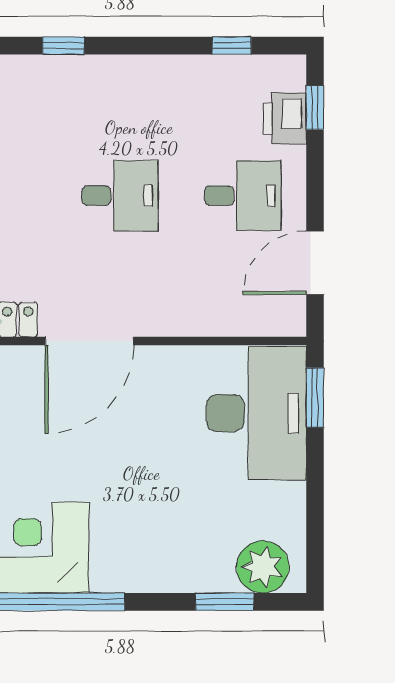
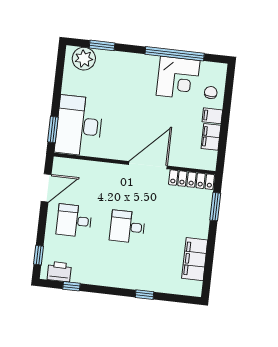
printer: (285, 119) -> (59, 272), moved, turned -90

